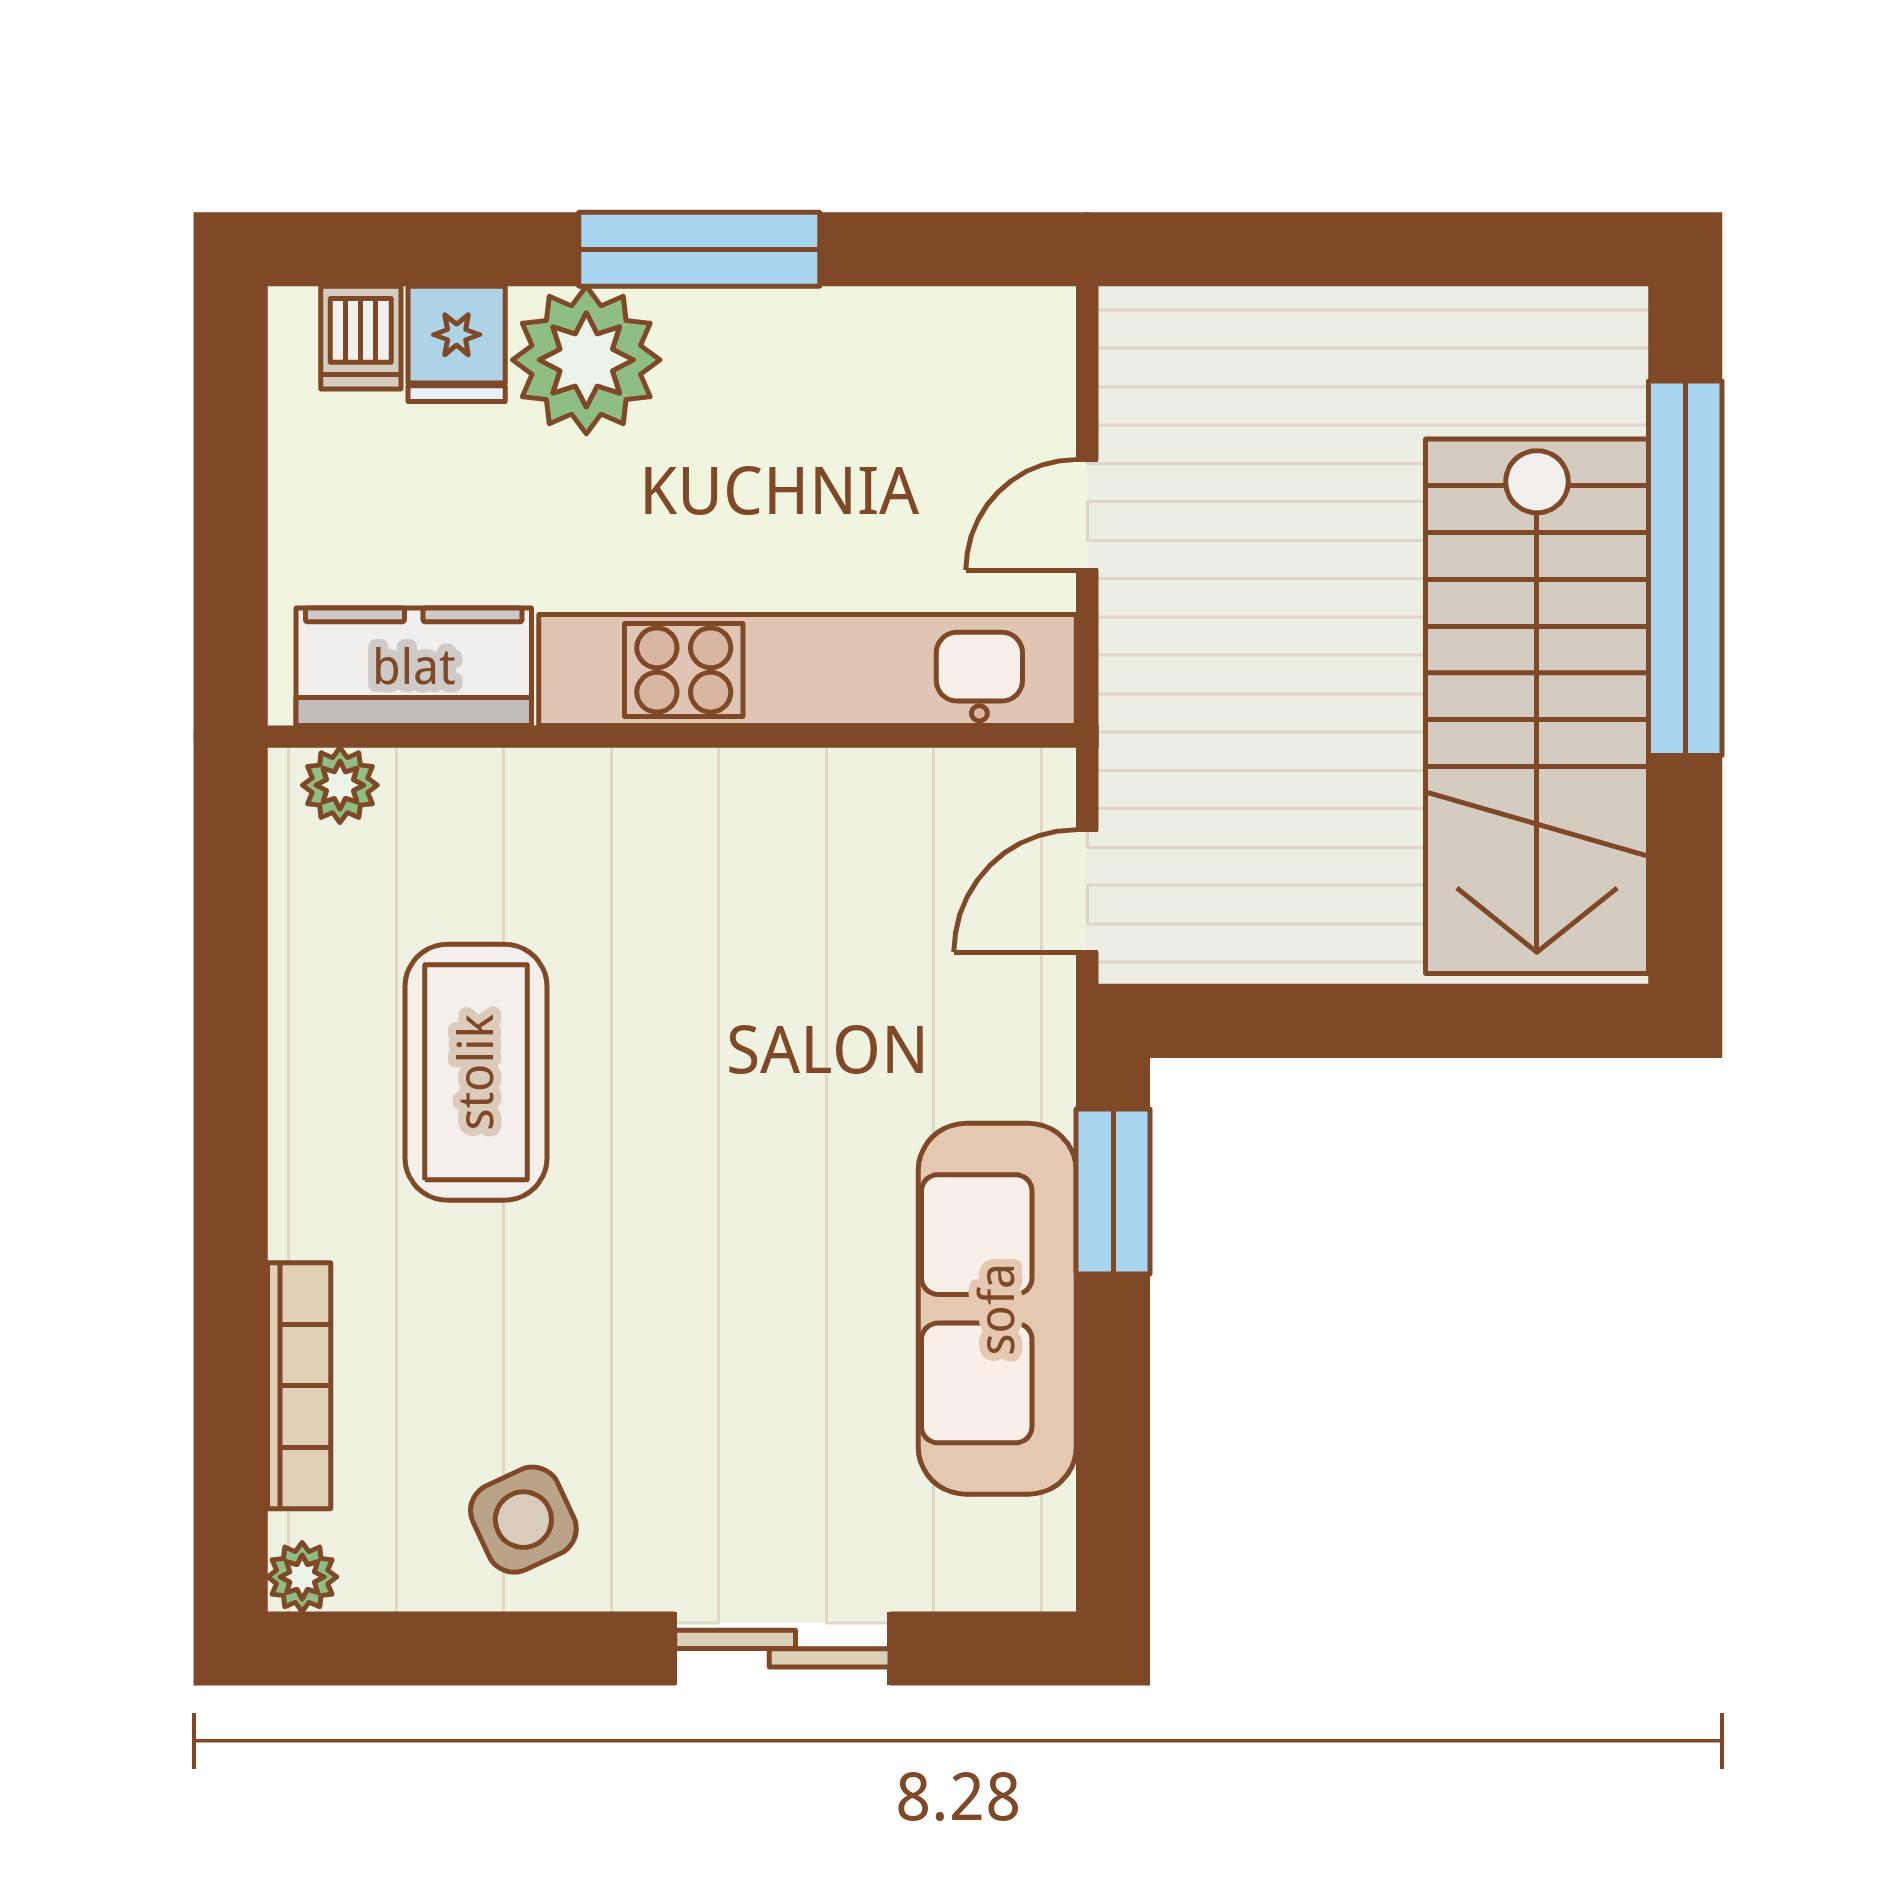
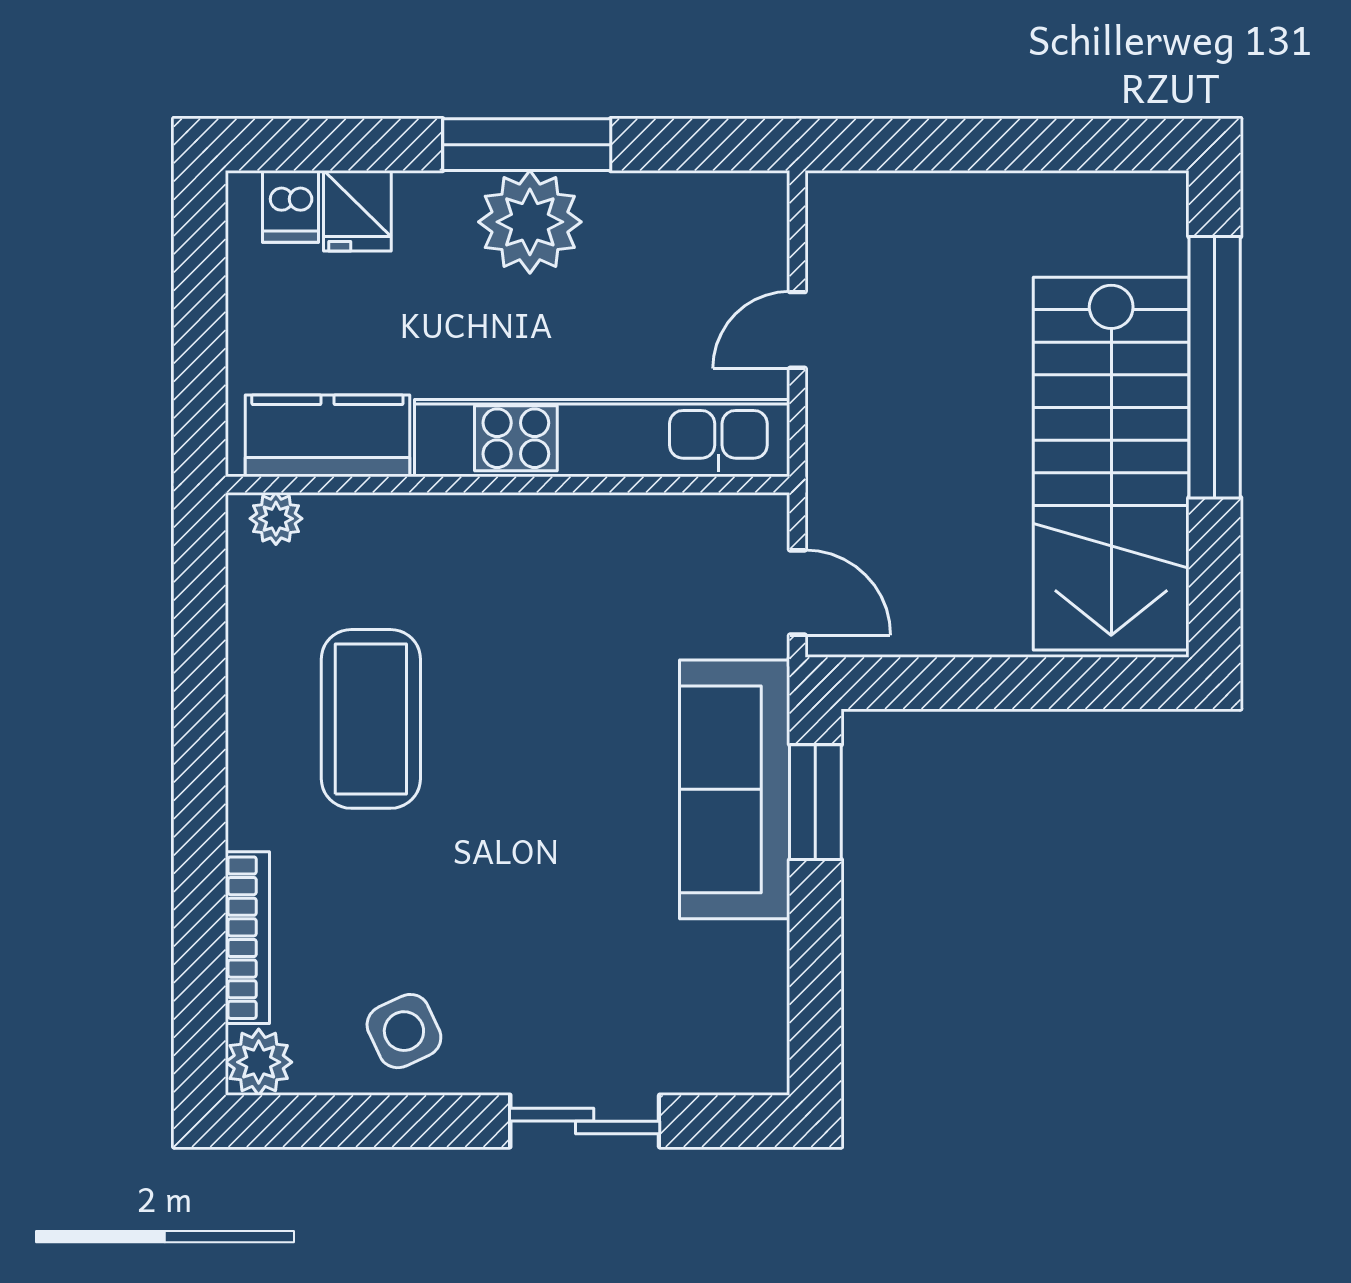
plant: (586, 360) -> (530, 222), moved
door: (1087, 891) -> (797, 592), swing flipped
sofa: (997, 1309) -> (735, 789), moved
plant: (302, 1577) -> (259, 1062), width x1.38, depth x1.38

